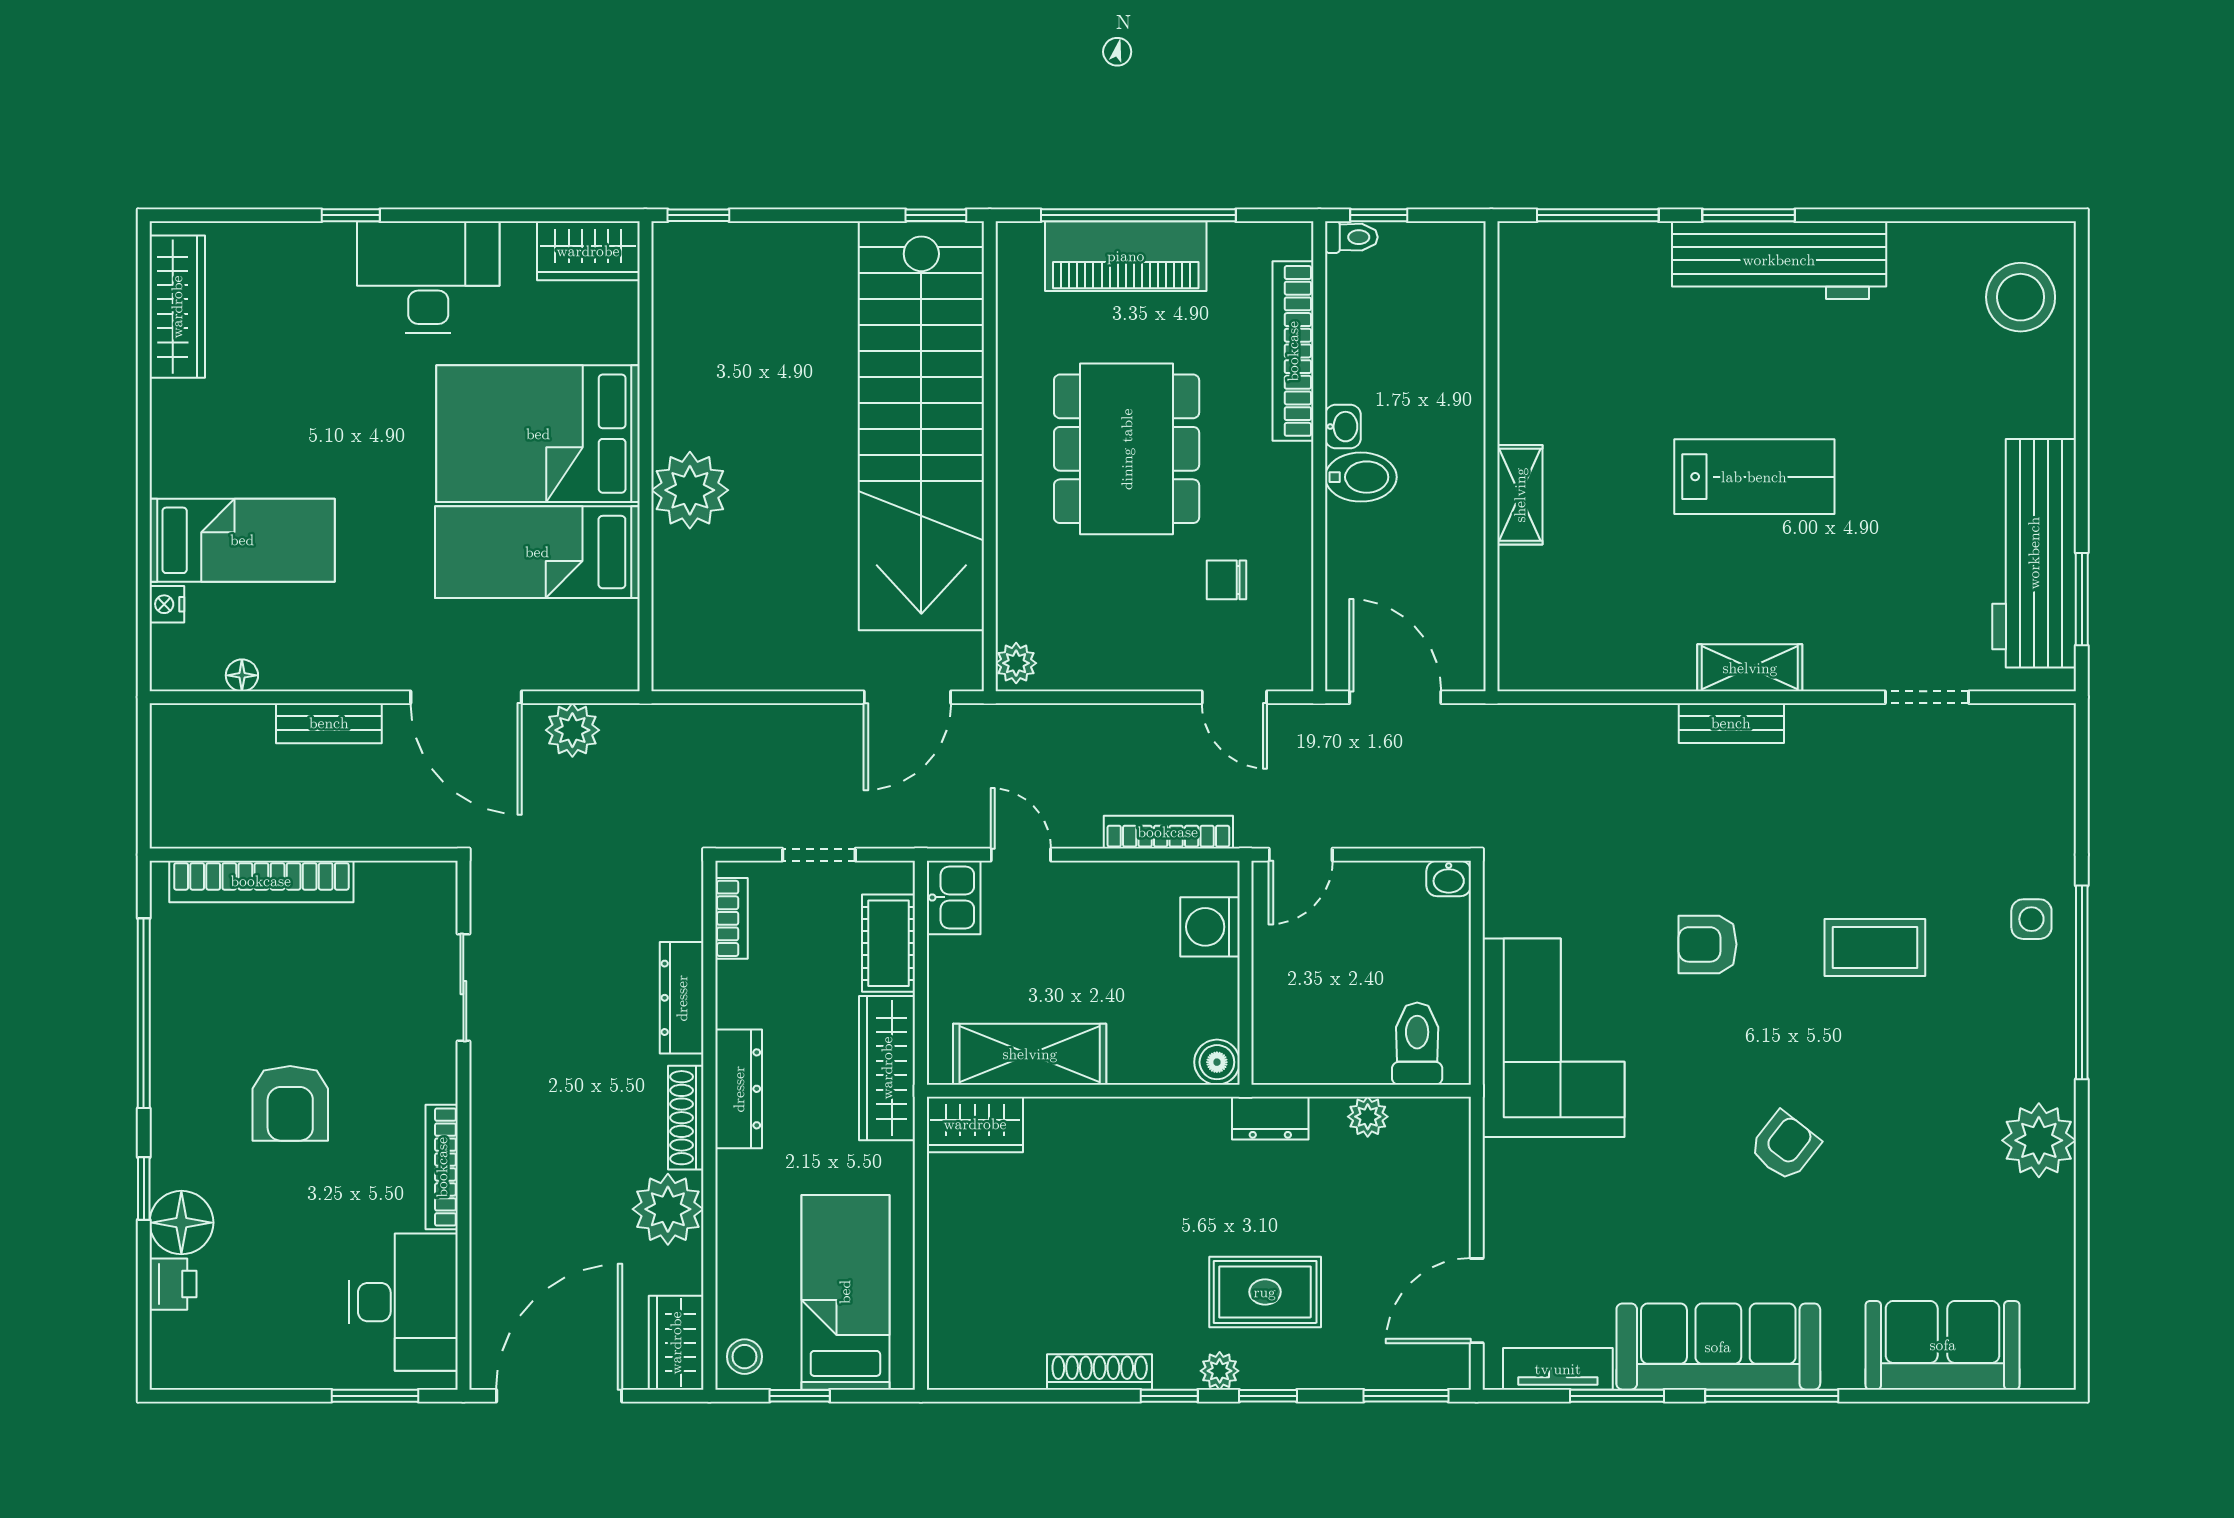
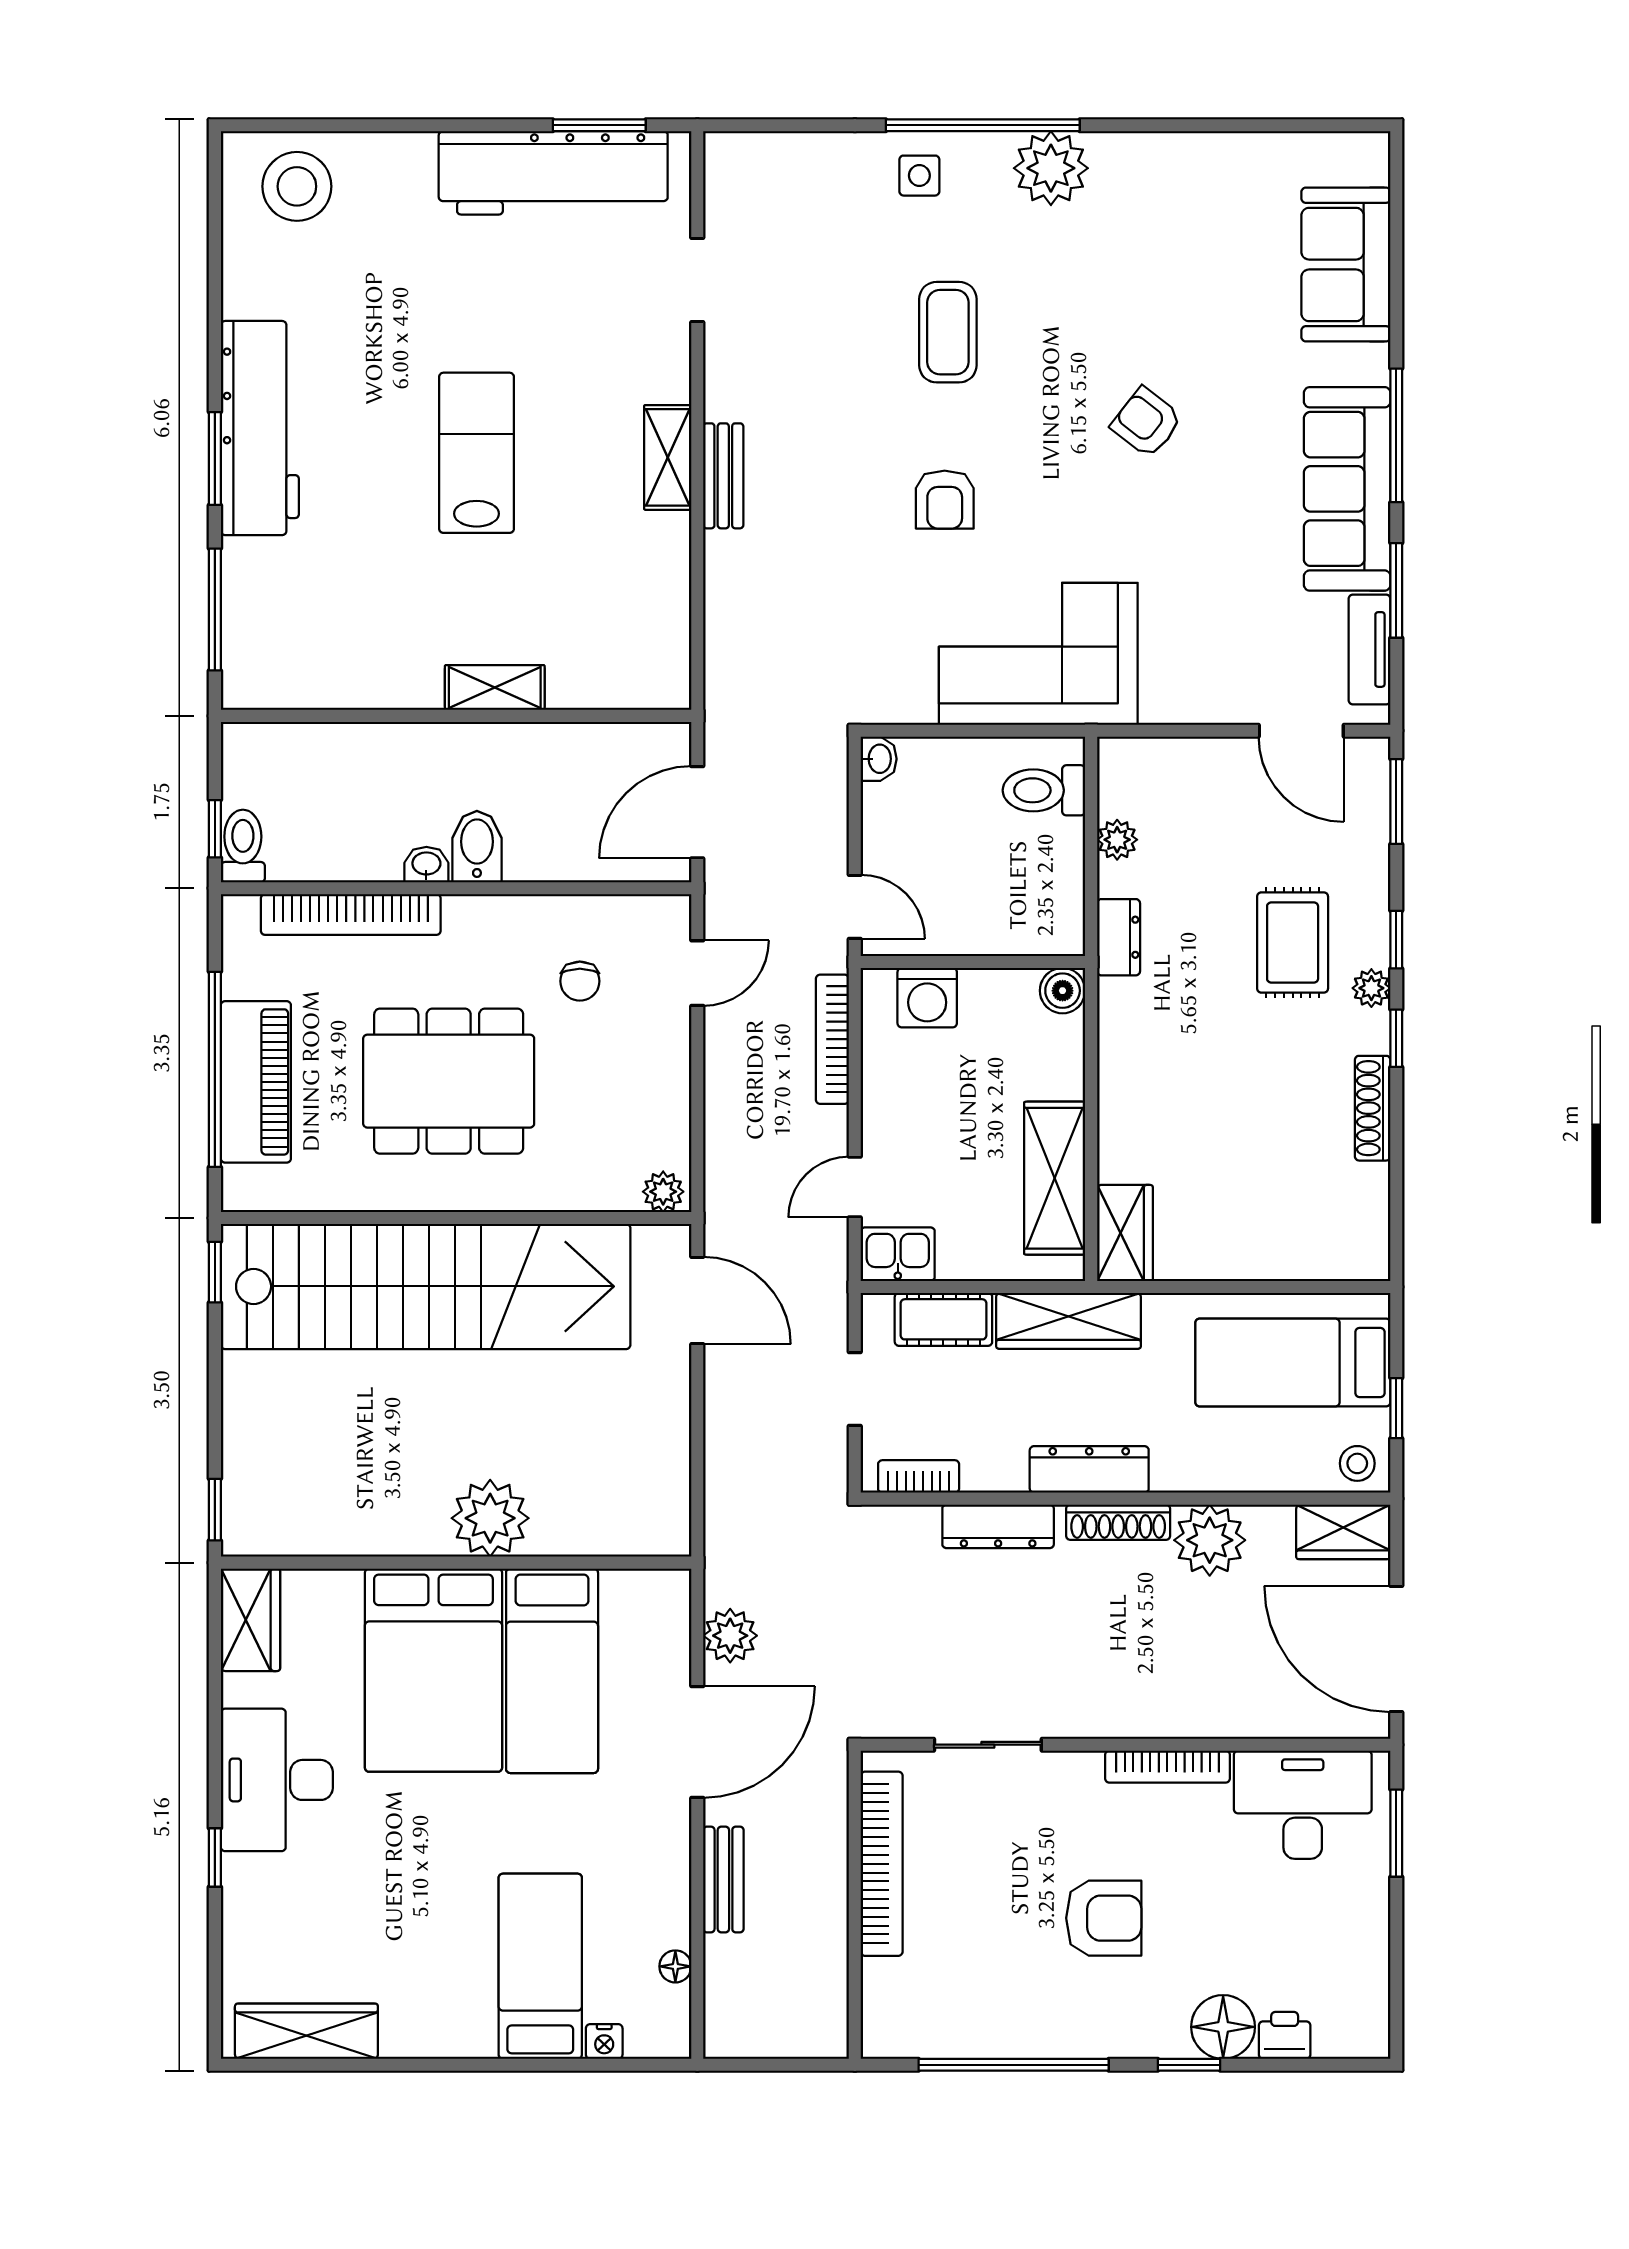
toilet: (1351, 237) -> (243, 846), width x1.37, depth x1.39
bookcase: (261, 881) -> (882, 1864), moved
plant: (2039, 1140) -> (1051, 168), moved

